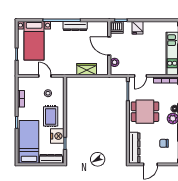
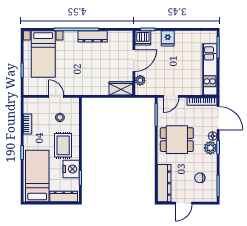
door: (109, 46) -> (134, 60), swing flipped
wardrobe: (87, 69) -> (121, 88), moved

